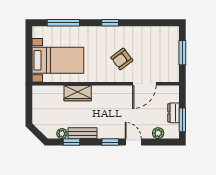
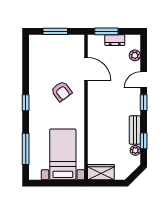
wardrobe: (78, 93) -> (101, 172), moved, turned -90
window: (182, 120) -> (106, 31), moved

